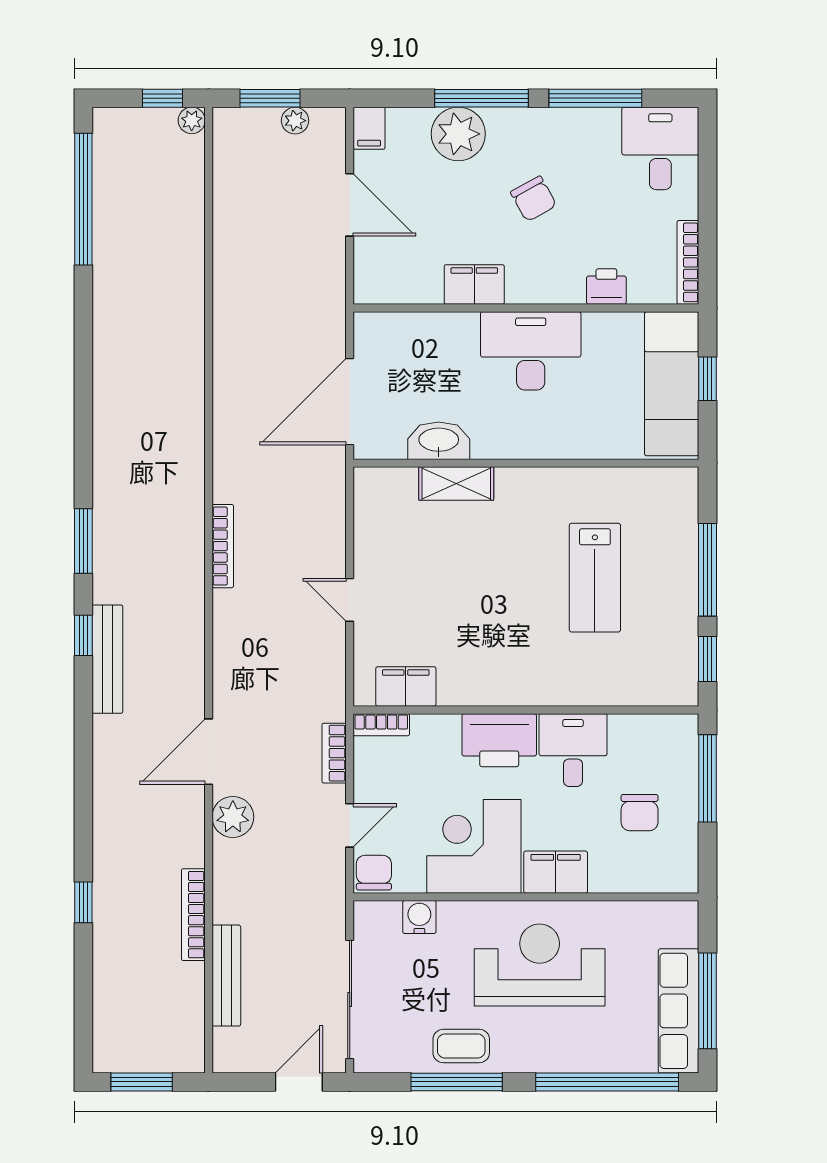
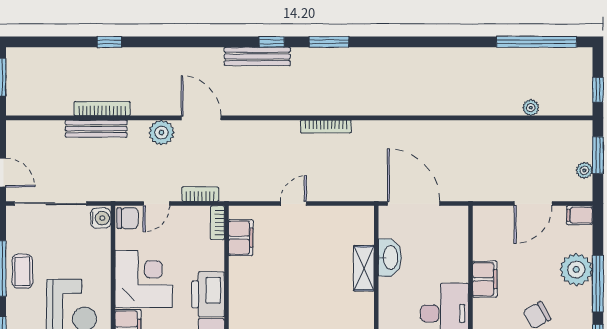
plant: (192, 120) -> (531, 108), moved
door: (350, 825) -> (156, 204), hinge flipped
water cooler: (419, 917) -> (101, 218), moved
bench: (226, 976) -> (96, 129), moved

